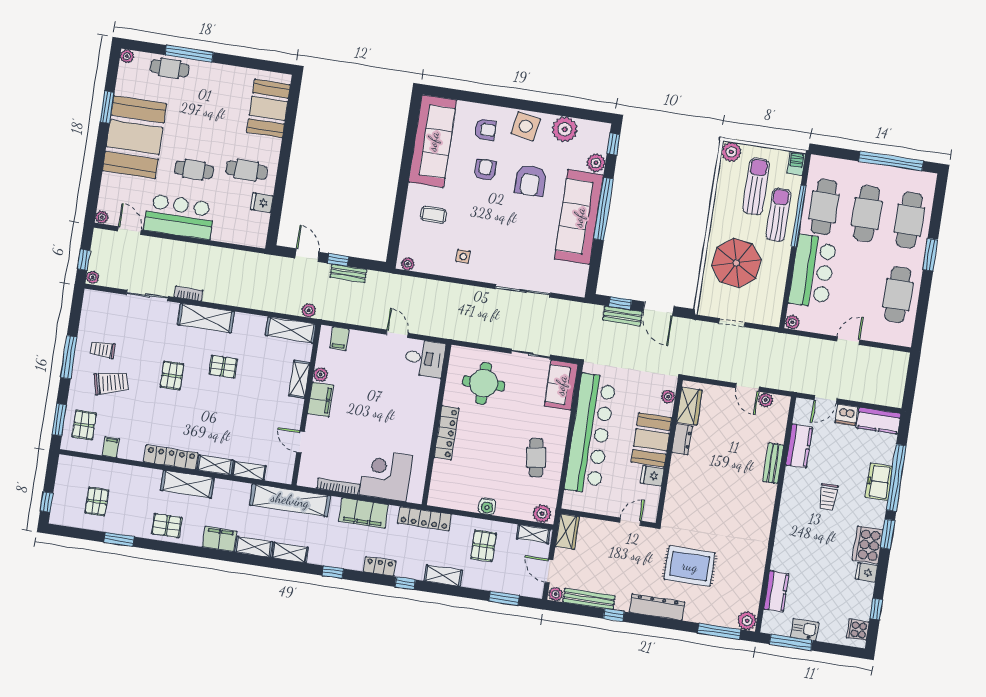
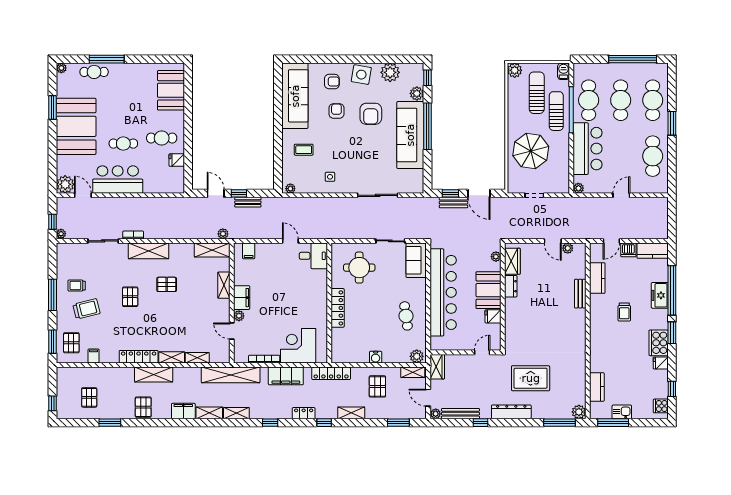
plant: (102, 217) -> (65, 184), width x1.88, depth x1.88
plant: (321, 375) -> (239, 316), moved
pallet: (167, 526) -> (143, 407), turned 90

